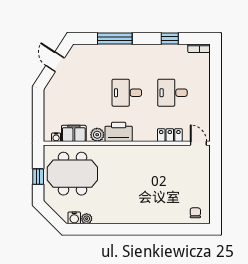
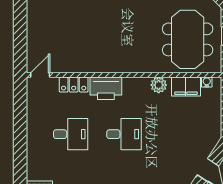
printer: (119, 132) -> (106, 88), moved
door: (198, 143) -> (40, 75), swing flipped
meeting table: (72, 174) -> (188, 39), turned 90

